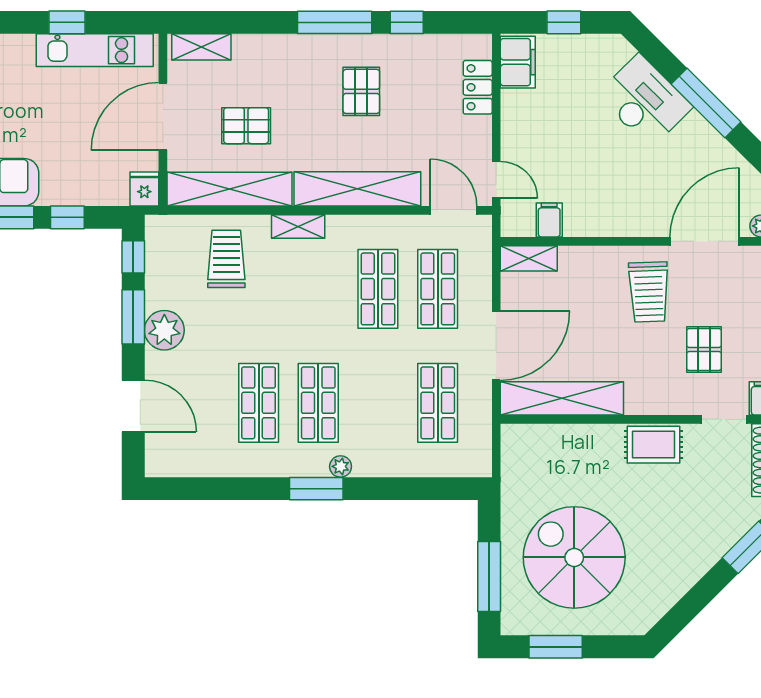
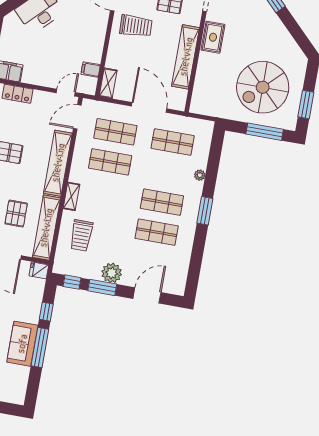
trolley: (226, 259) -> (81, 235), turned -90
shelving: (562, 398) -> (186, 57), moved
plant: (341, 466) -> (200, 175), moved

